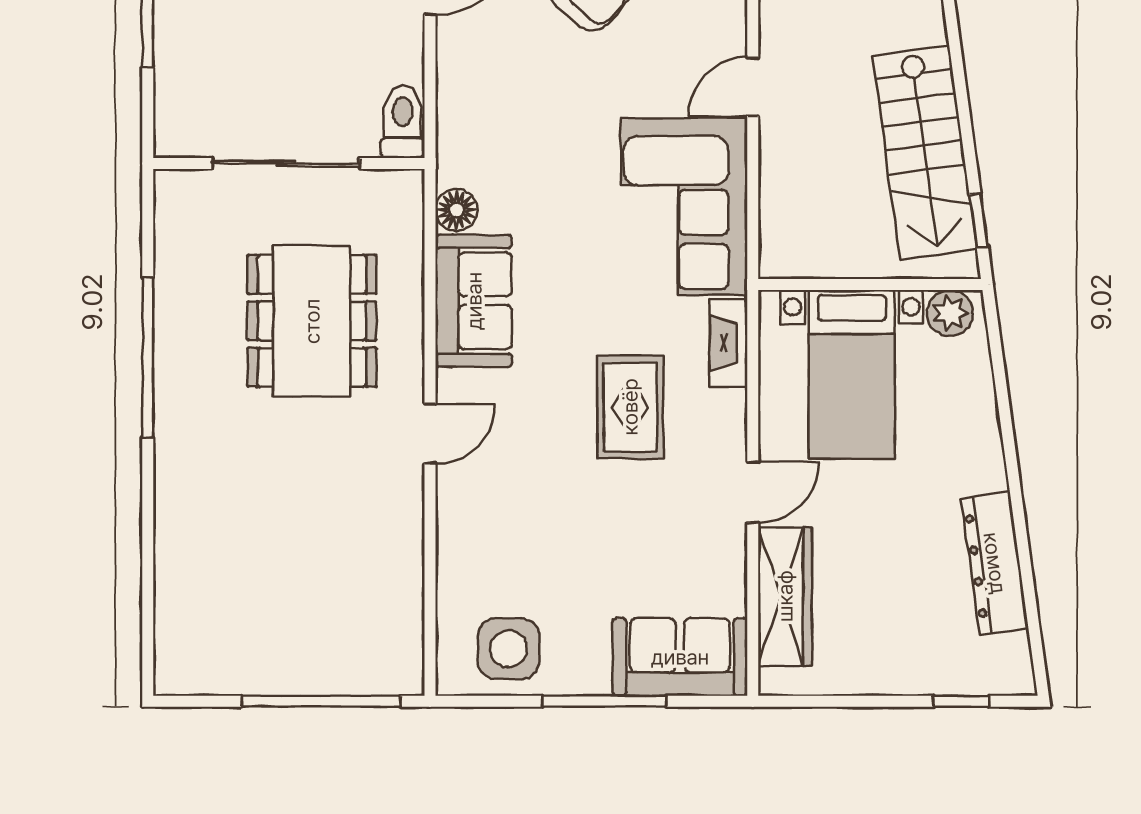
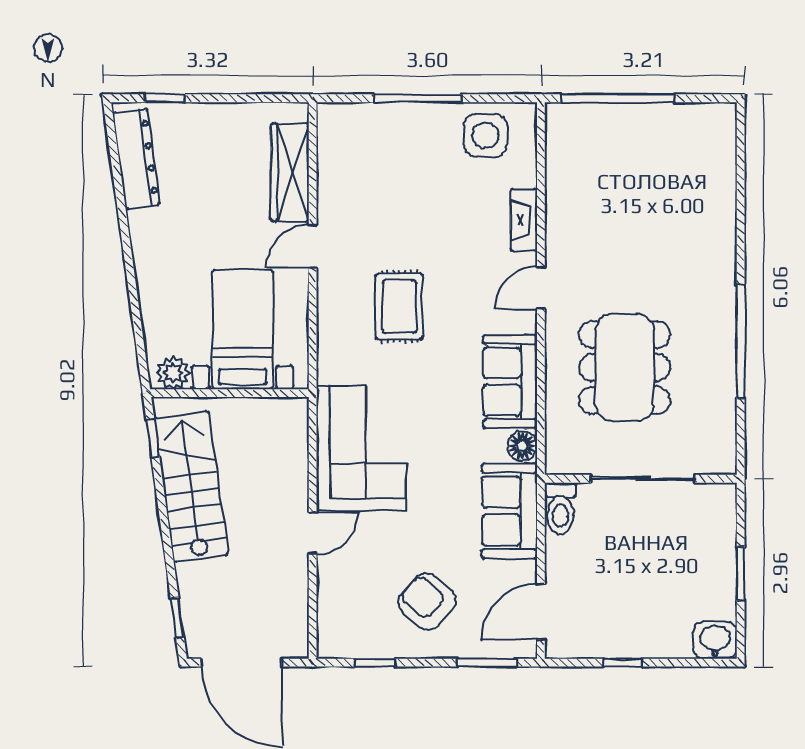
fireplace: (728, 343) -> (524, 220), moved, turned 180
dresser: (995, 563) -> (136, 159), moved
sofa: (680, 657) -> (510, 511), moved, turned 90

